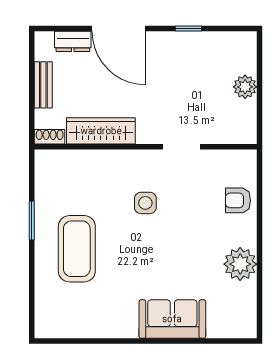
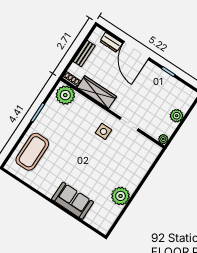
plant: (248, 135) -> (163, 139), added
plant: (56, 167) -> (65, 95), added
armchair: (238, 200) -> (139, 166), removed
side table: (145, 203) -> (104, 131), moved
coffee table: (77, 249) -> (32, 152), moved

